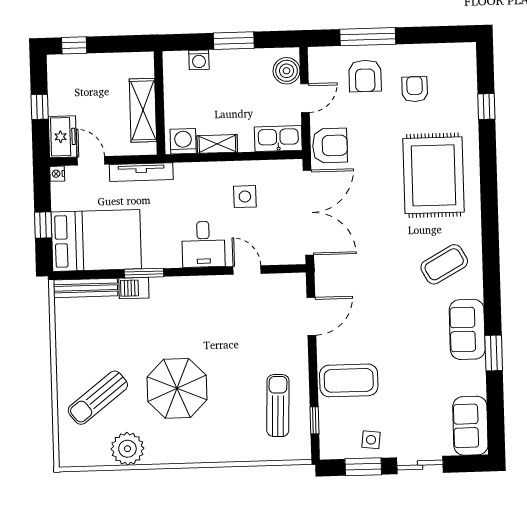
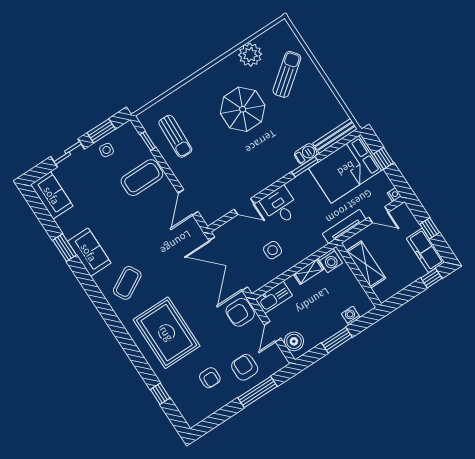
freezer: (62, 137) -> (425, 250), moved, width x1.40

